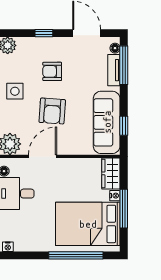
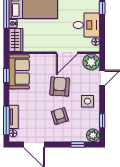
window: (44, 33) -> (78, 144), moved
armchair: (52, 71) -> (60, 116), turned -107
sofa: (107, 122) -> (19, 72), width x0.73

